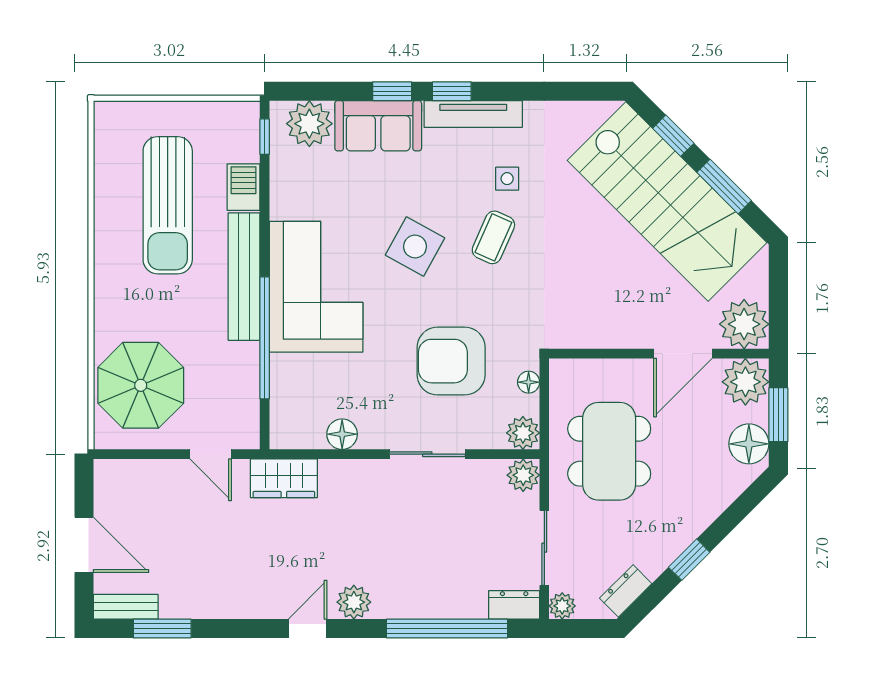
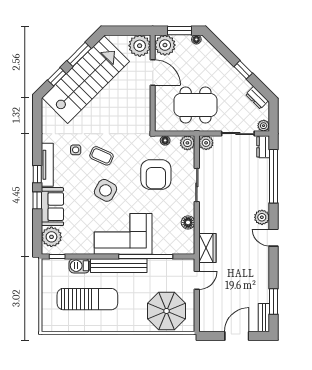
floor lamp: (749, 444) -> (196, 39), width x0.53, depth x0.53

